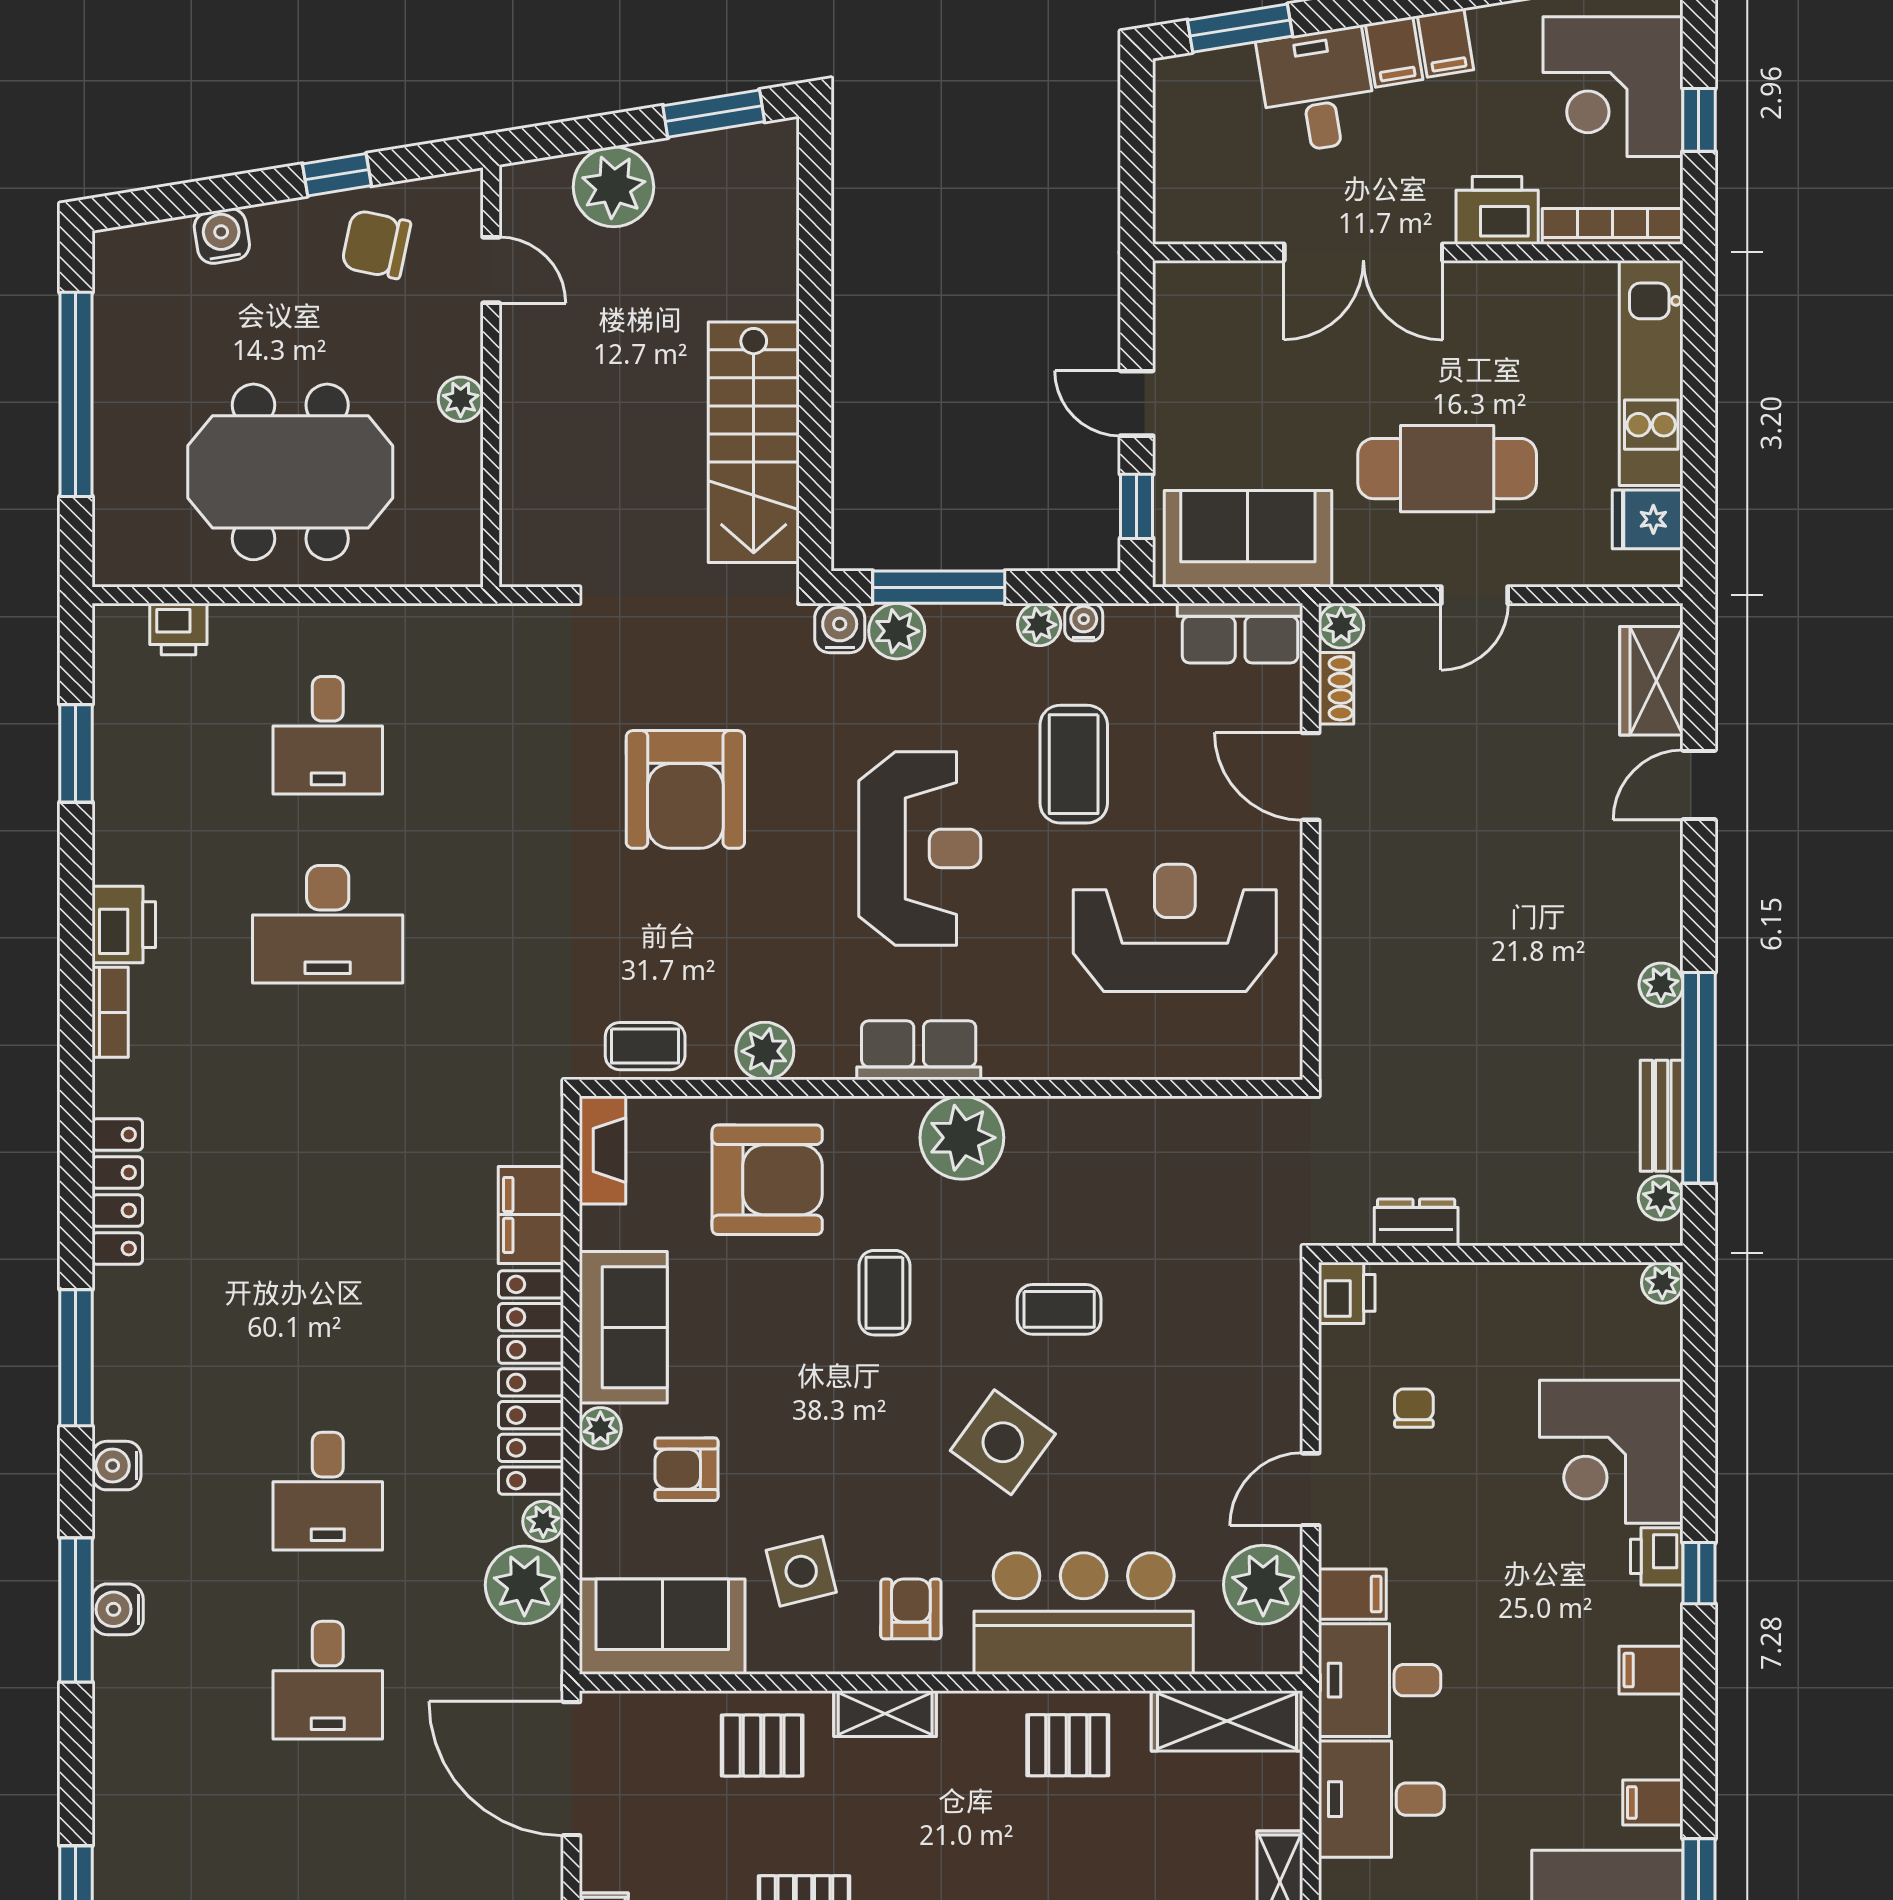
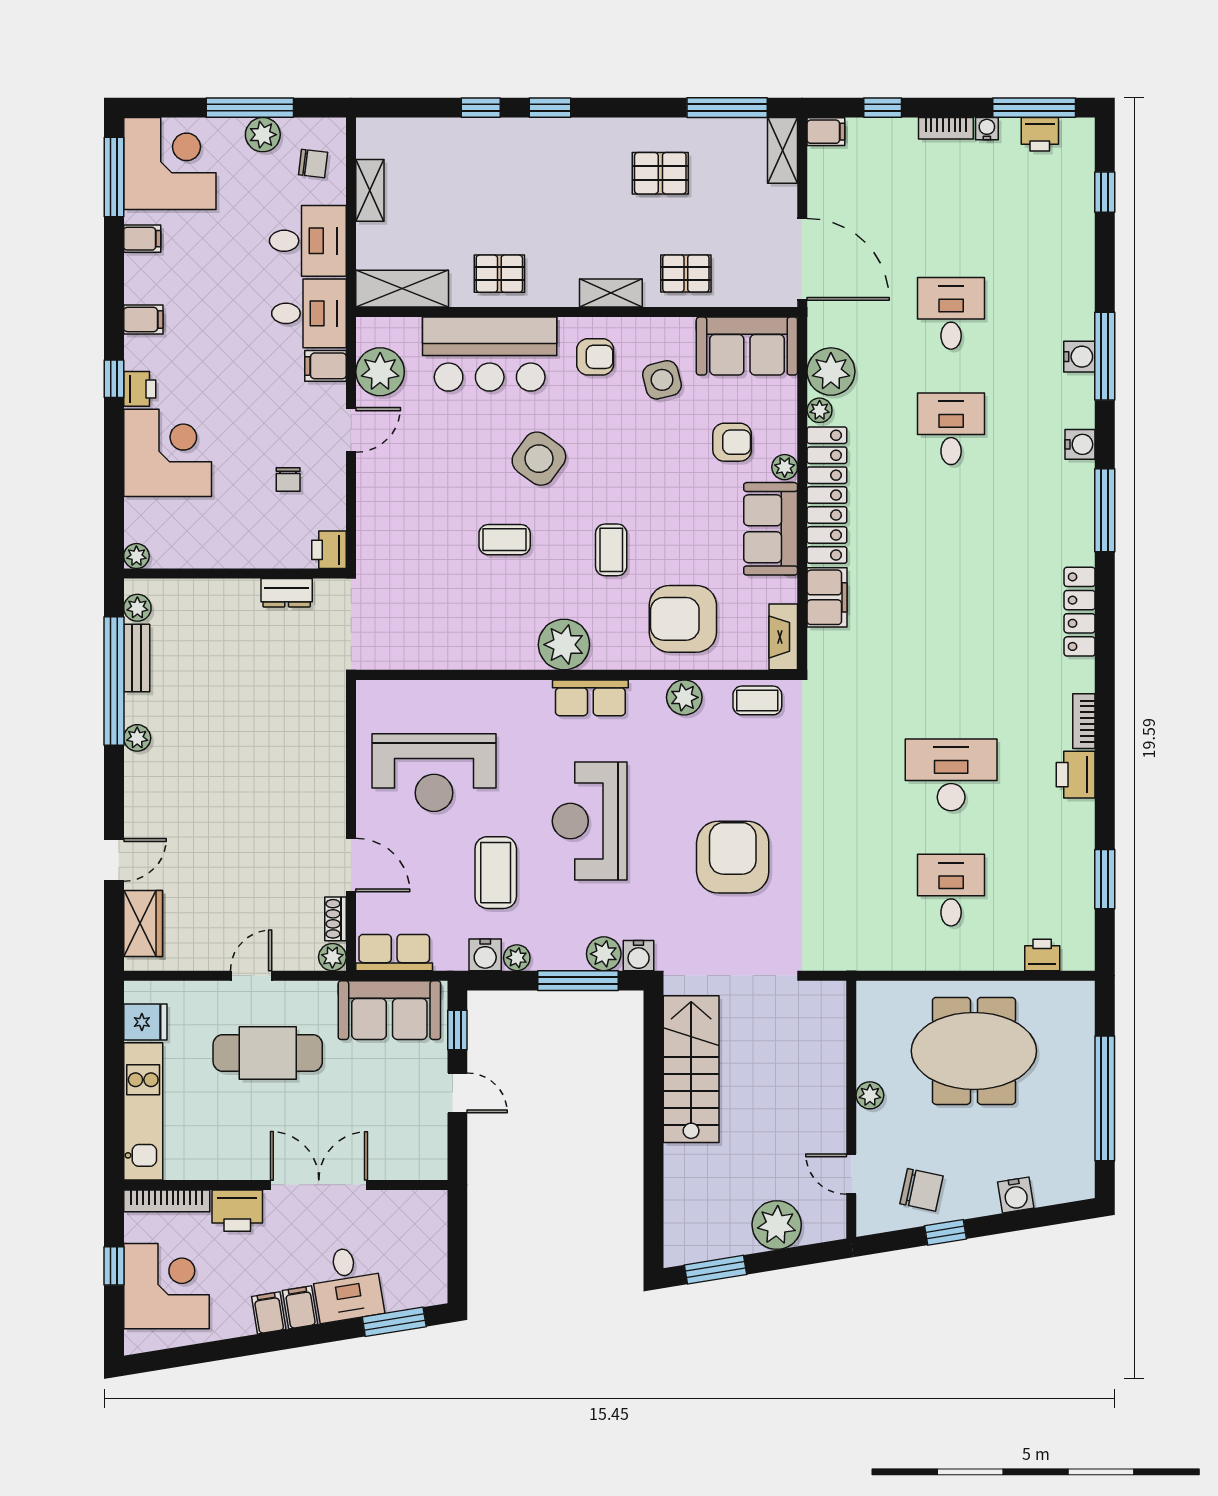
water cooler: (1084, 622) -> (485, 955), width x1.38, depth x1.38
armchair: (911, 1609) -> (595, 357), turned -90

